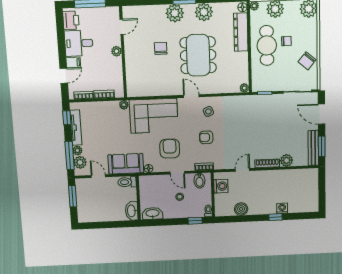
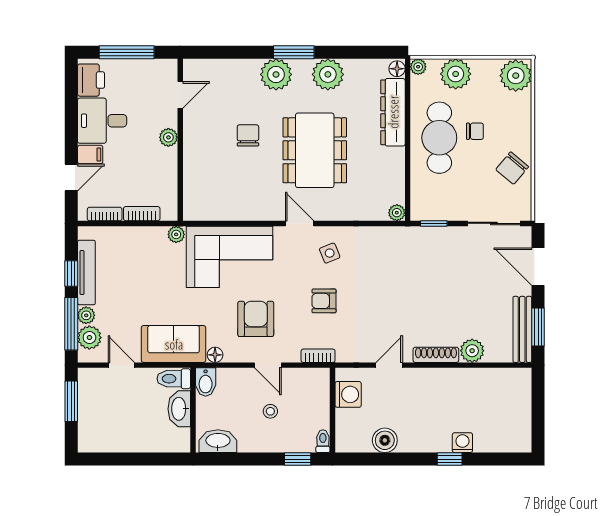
window: (67, 118) -> (71, 274), moved
bidet: (199, 181) -> (206, 382), moved
washbasin: (132, 211) -> (179, 409), moved

